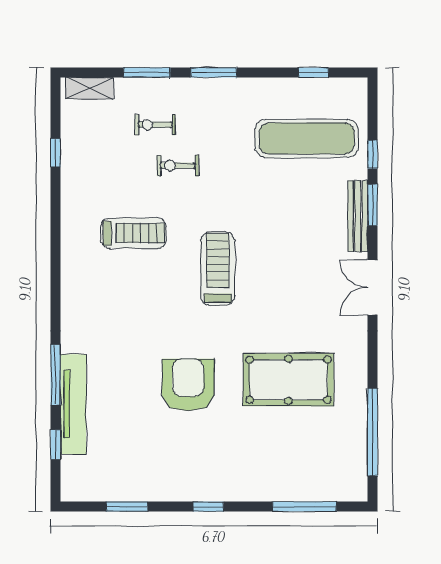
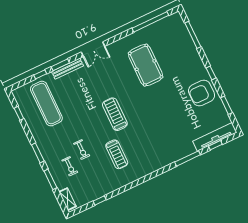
treadmill: (134, 233) -> (117, 154), turned 180
treadmill: (218, 269) -> (115, 114), turned 90
armchair: (188, 385) -> (202, 93), moved
tv unit: (73, 404) -> (215, 137), moved

